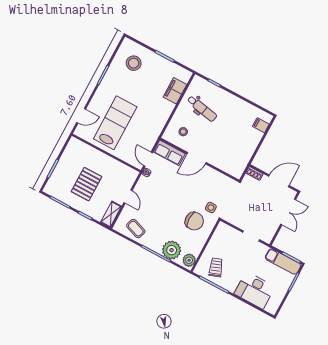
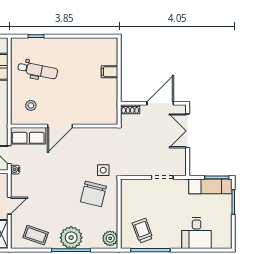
filing cabinet: (261, 125) -> (110, 72), moved
door: (128, 197) -> (9, 206), hinge flipped
double door: (288, 212) -> (188, 131), swing flipped
chair: (194, 221) -> (93, 194), turned 104
plant: (172, 250) -> (71, 238), moved
desk: (255, 290) -> (197, 233), width x0.73

